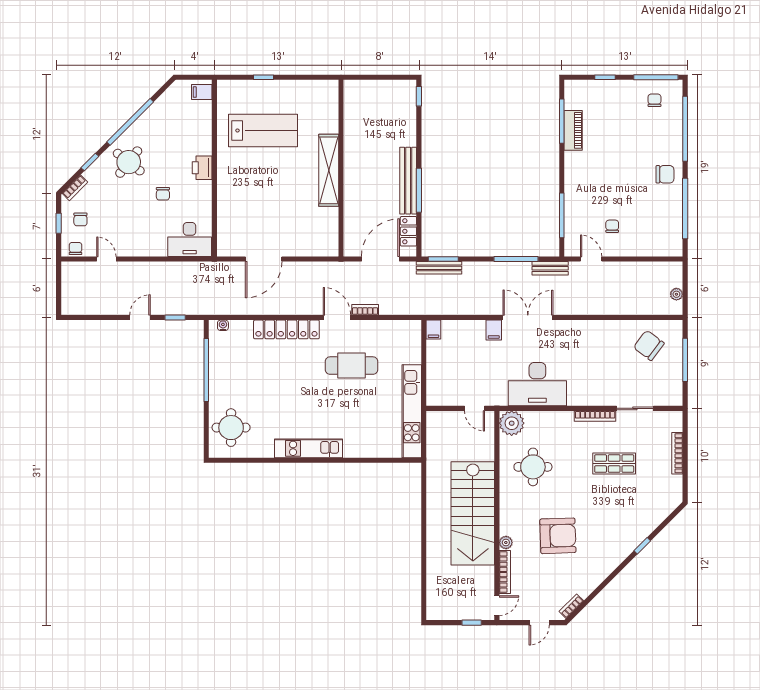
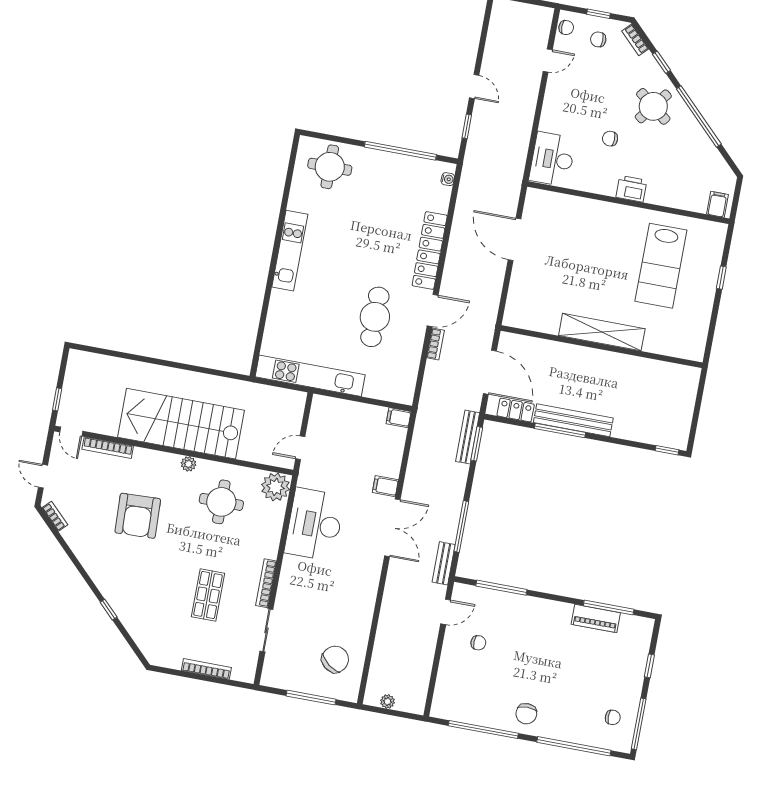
plant: (506, 542) -> (188, 464), moved

